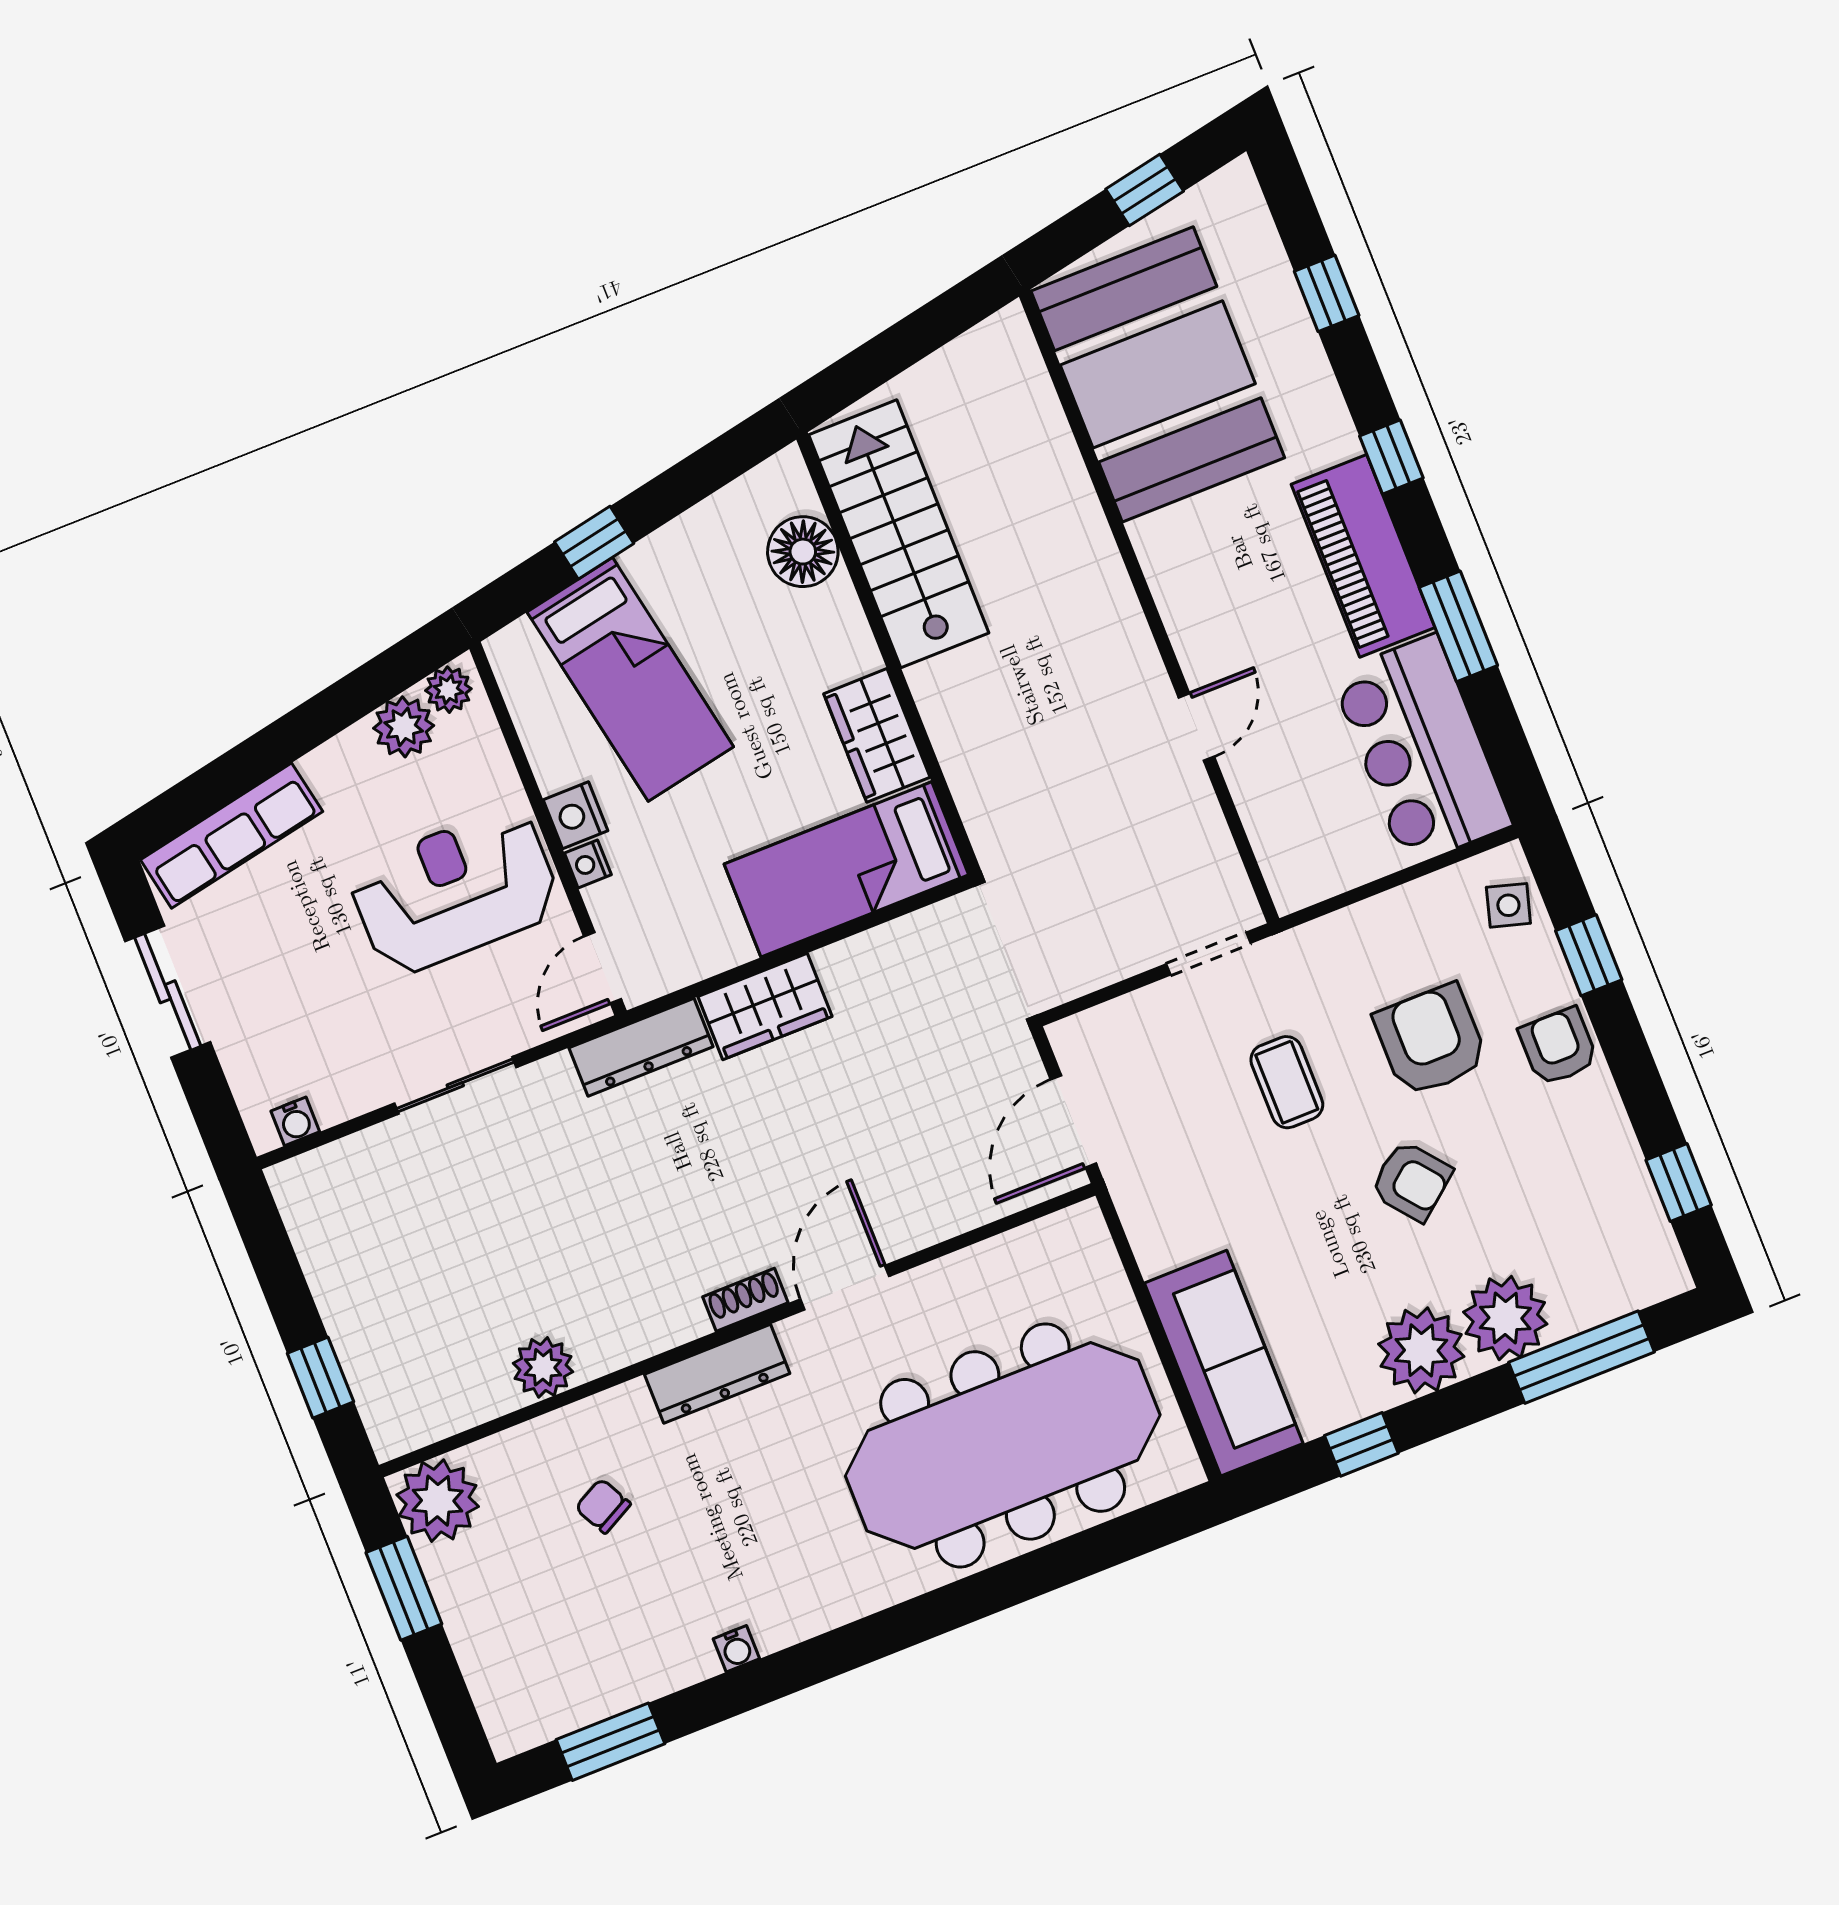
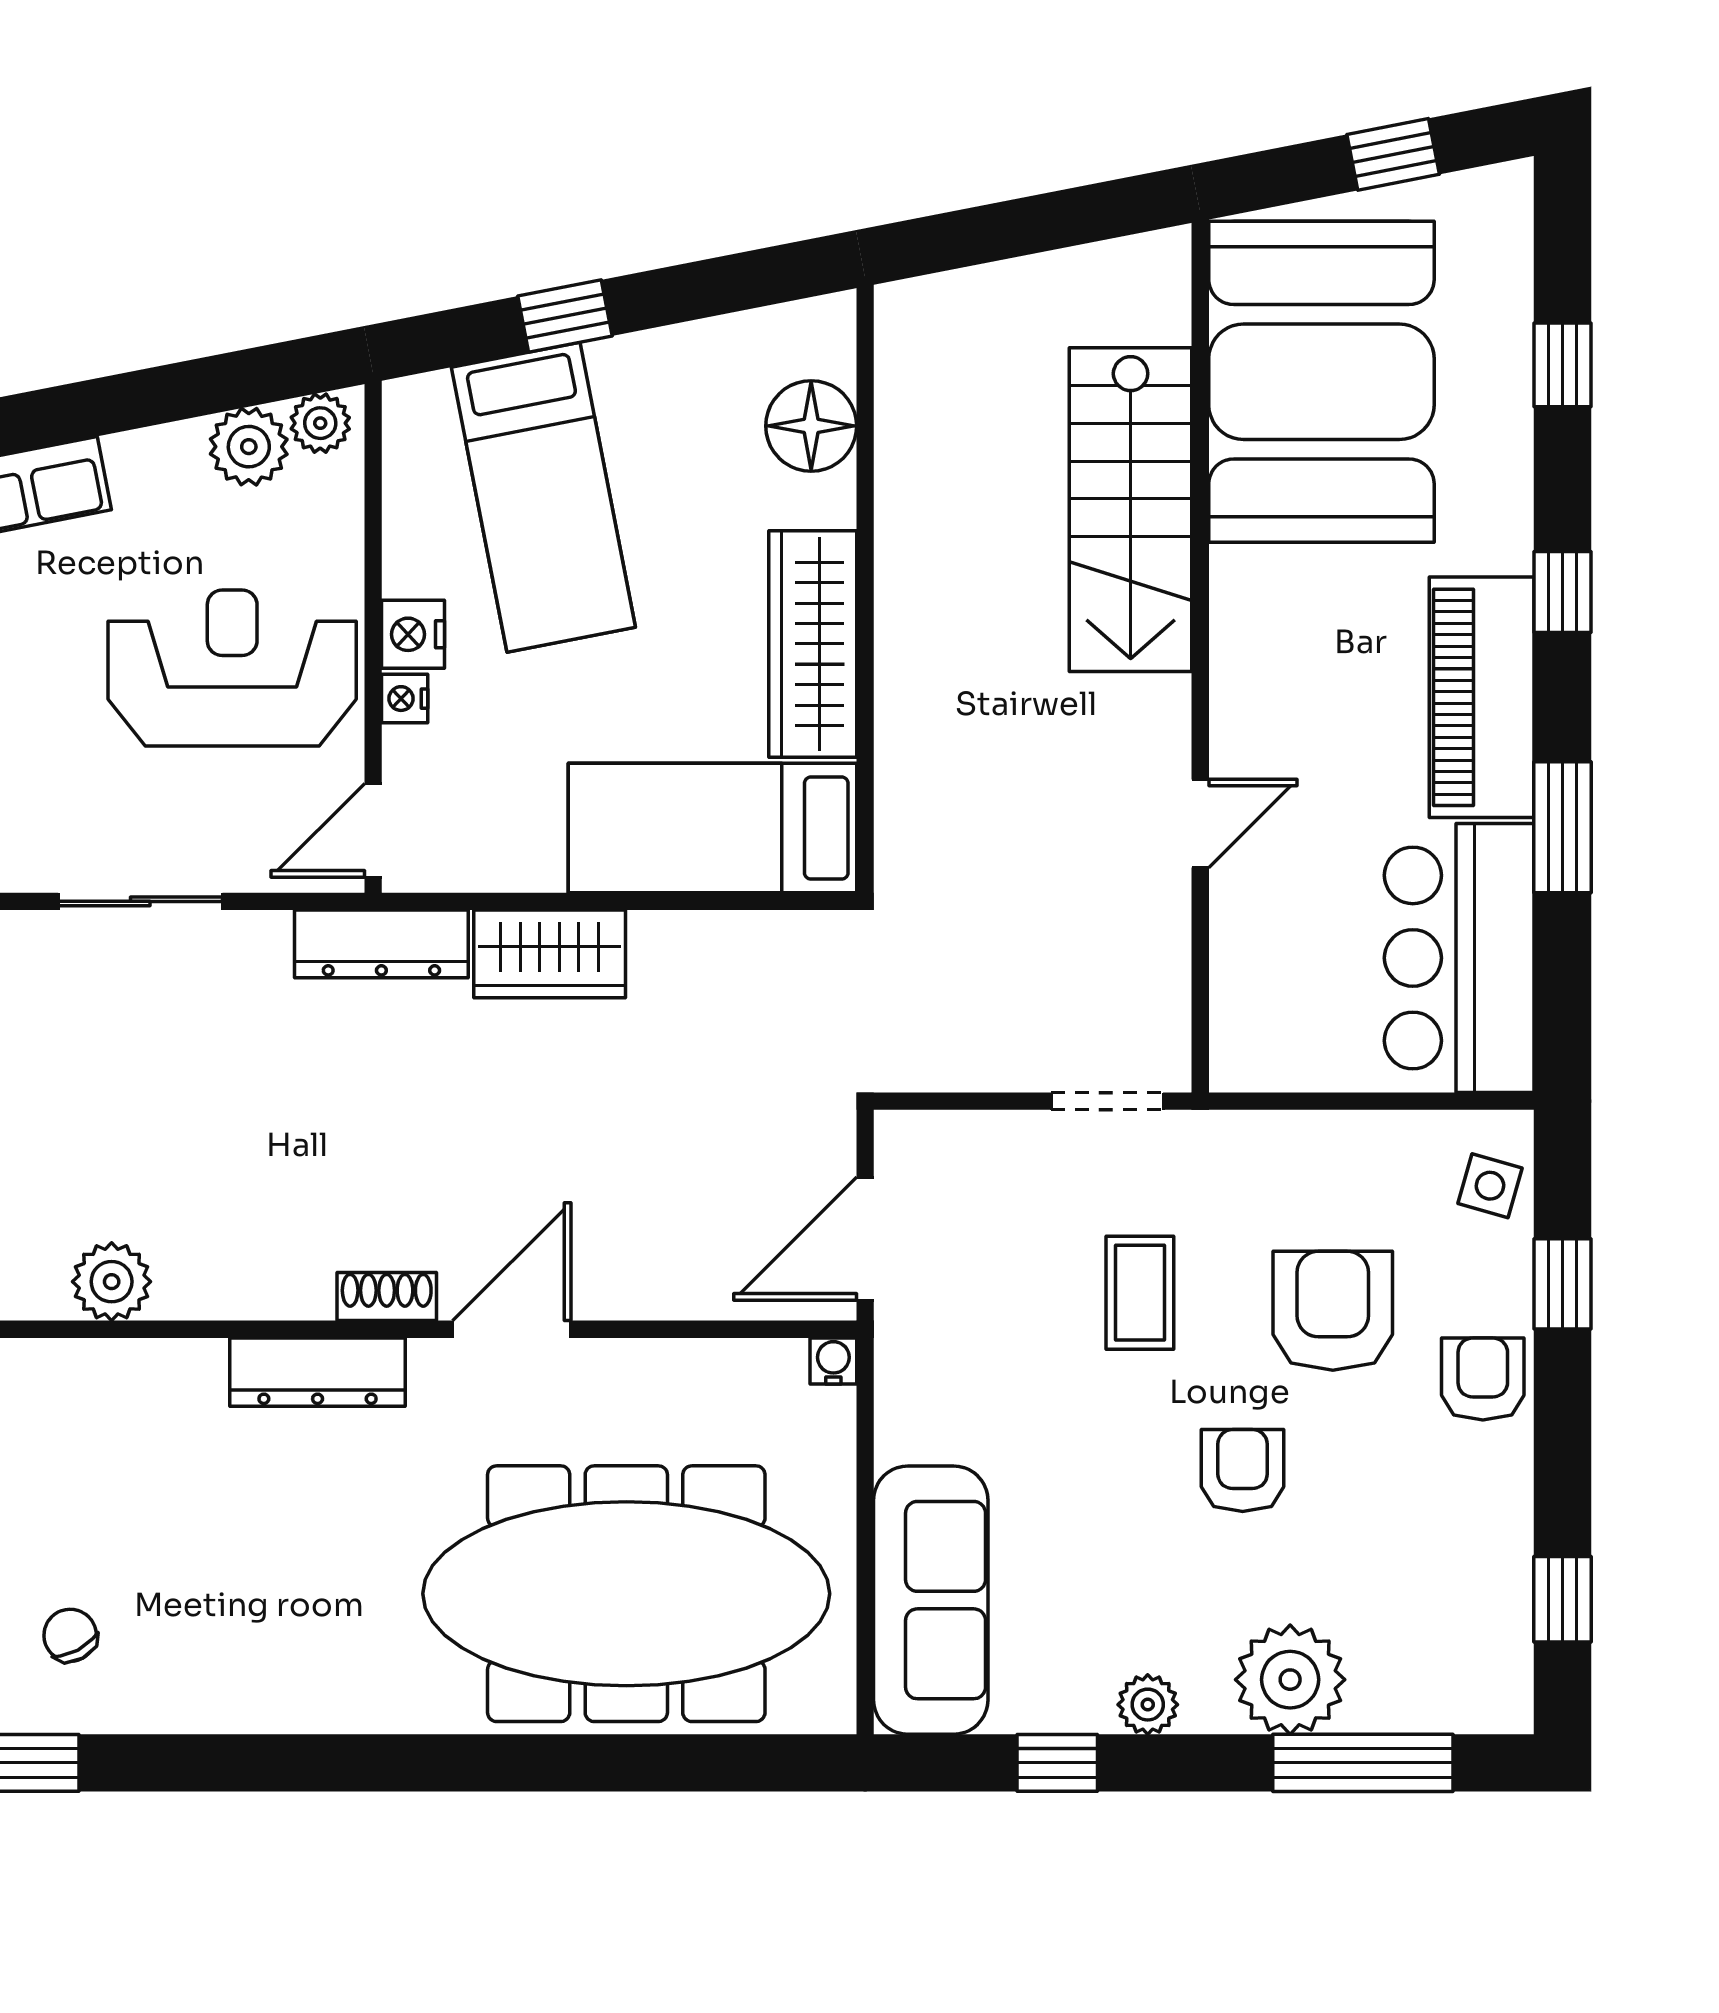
stairs: (899, 534) -> (1131, 510), moved, turned 180
wardrobe: (877, 735) -> (813, 644), width x1.50
armchair: (1411, 1181) -> (1243, 1471), turned -141
plant: (1421, 1350) -> (1148, 1705), width x0.53, depth x0.53
chair: (603, 1506) -> (70, 1635), moved
water cooler: (736, 1649) -> (833, 1361), moved, turned 180

